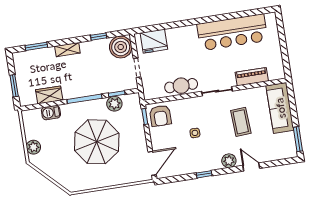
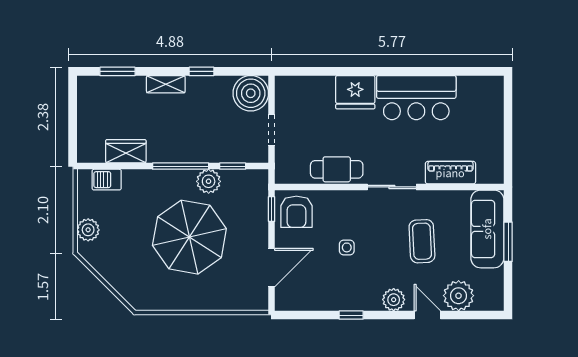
bar counter: (232, 32) -> (416, 98), width x0.73
window: (99, 37) -> (201, 71), moved
fridge: (154, 41) -> (355, 92), moved
window: (14, 86) -> (73, 128), removed
plant: (114, 104) -> (209, 181), moved
barbecue: (51, 113) -> (107, 180), moved
window: (298, 139) -> (508, 242), moved
plant: (269, 152) -> (459, 296), added
door: (152, 163) -> (272, 268), moved

